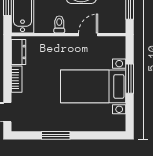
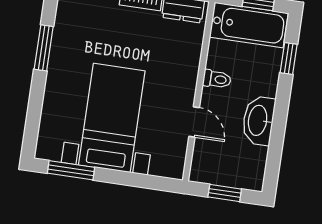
window: (130, 79) -> (71, 170), moved

